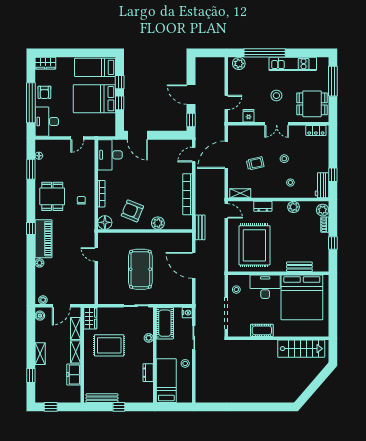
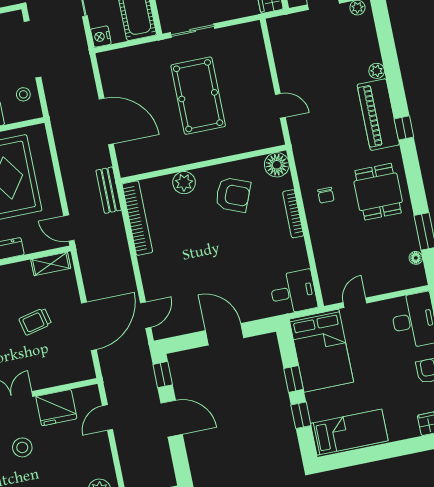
bed: (94, 99) -> (321, 351), moved, turned 90
fridge: (249, 116) -> (56, 408), width x1.88, depth x1.34
door: (137, 135) -> (225, 334), moved
desk: (110, 155) -> (293, 292), width x0.73
bookcase: (187, 194) -> (137, 218), moved

